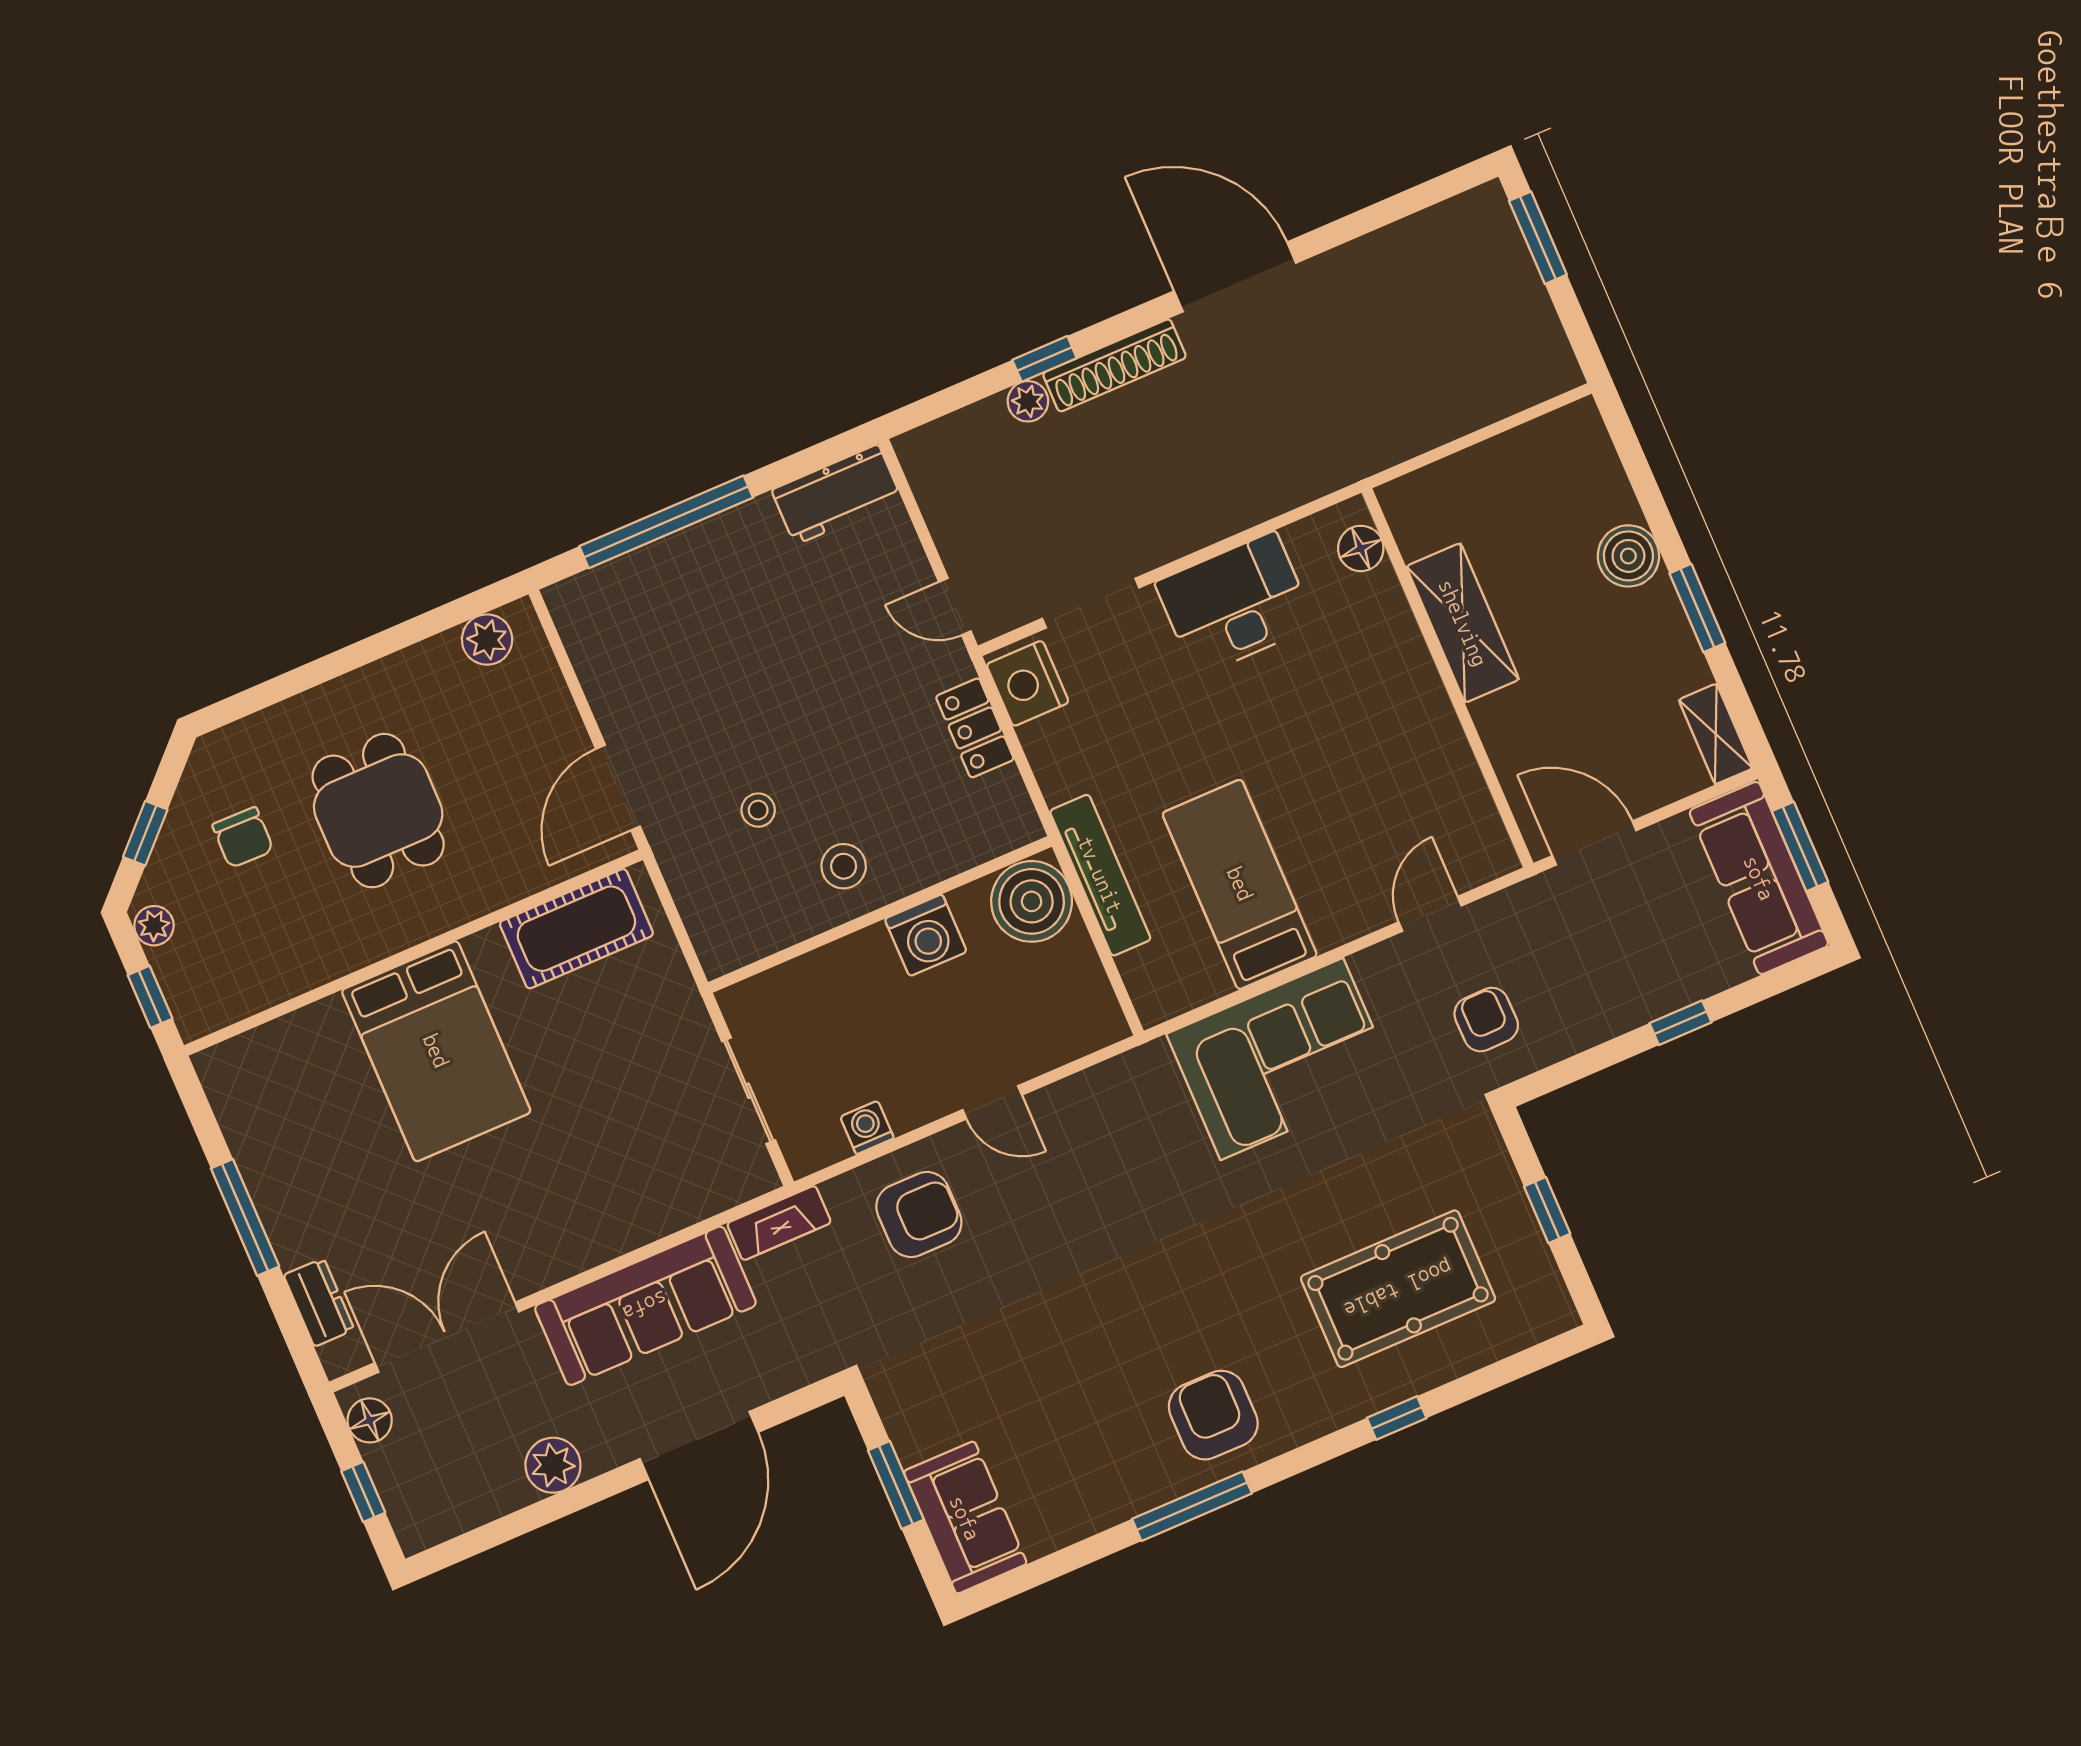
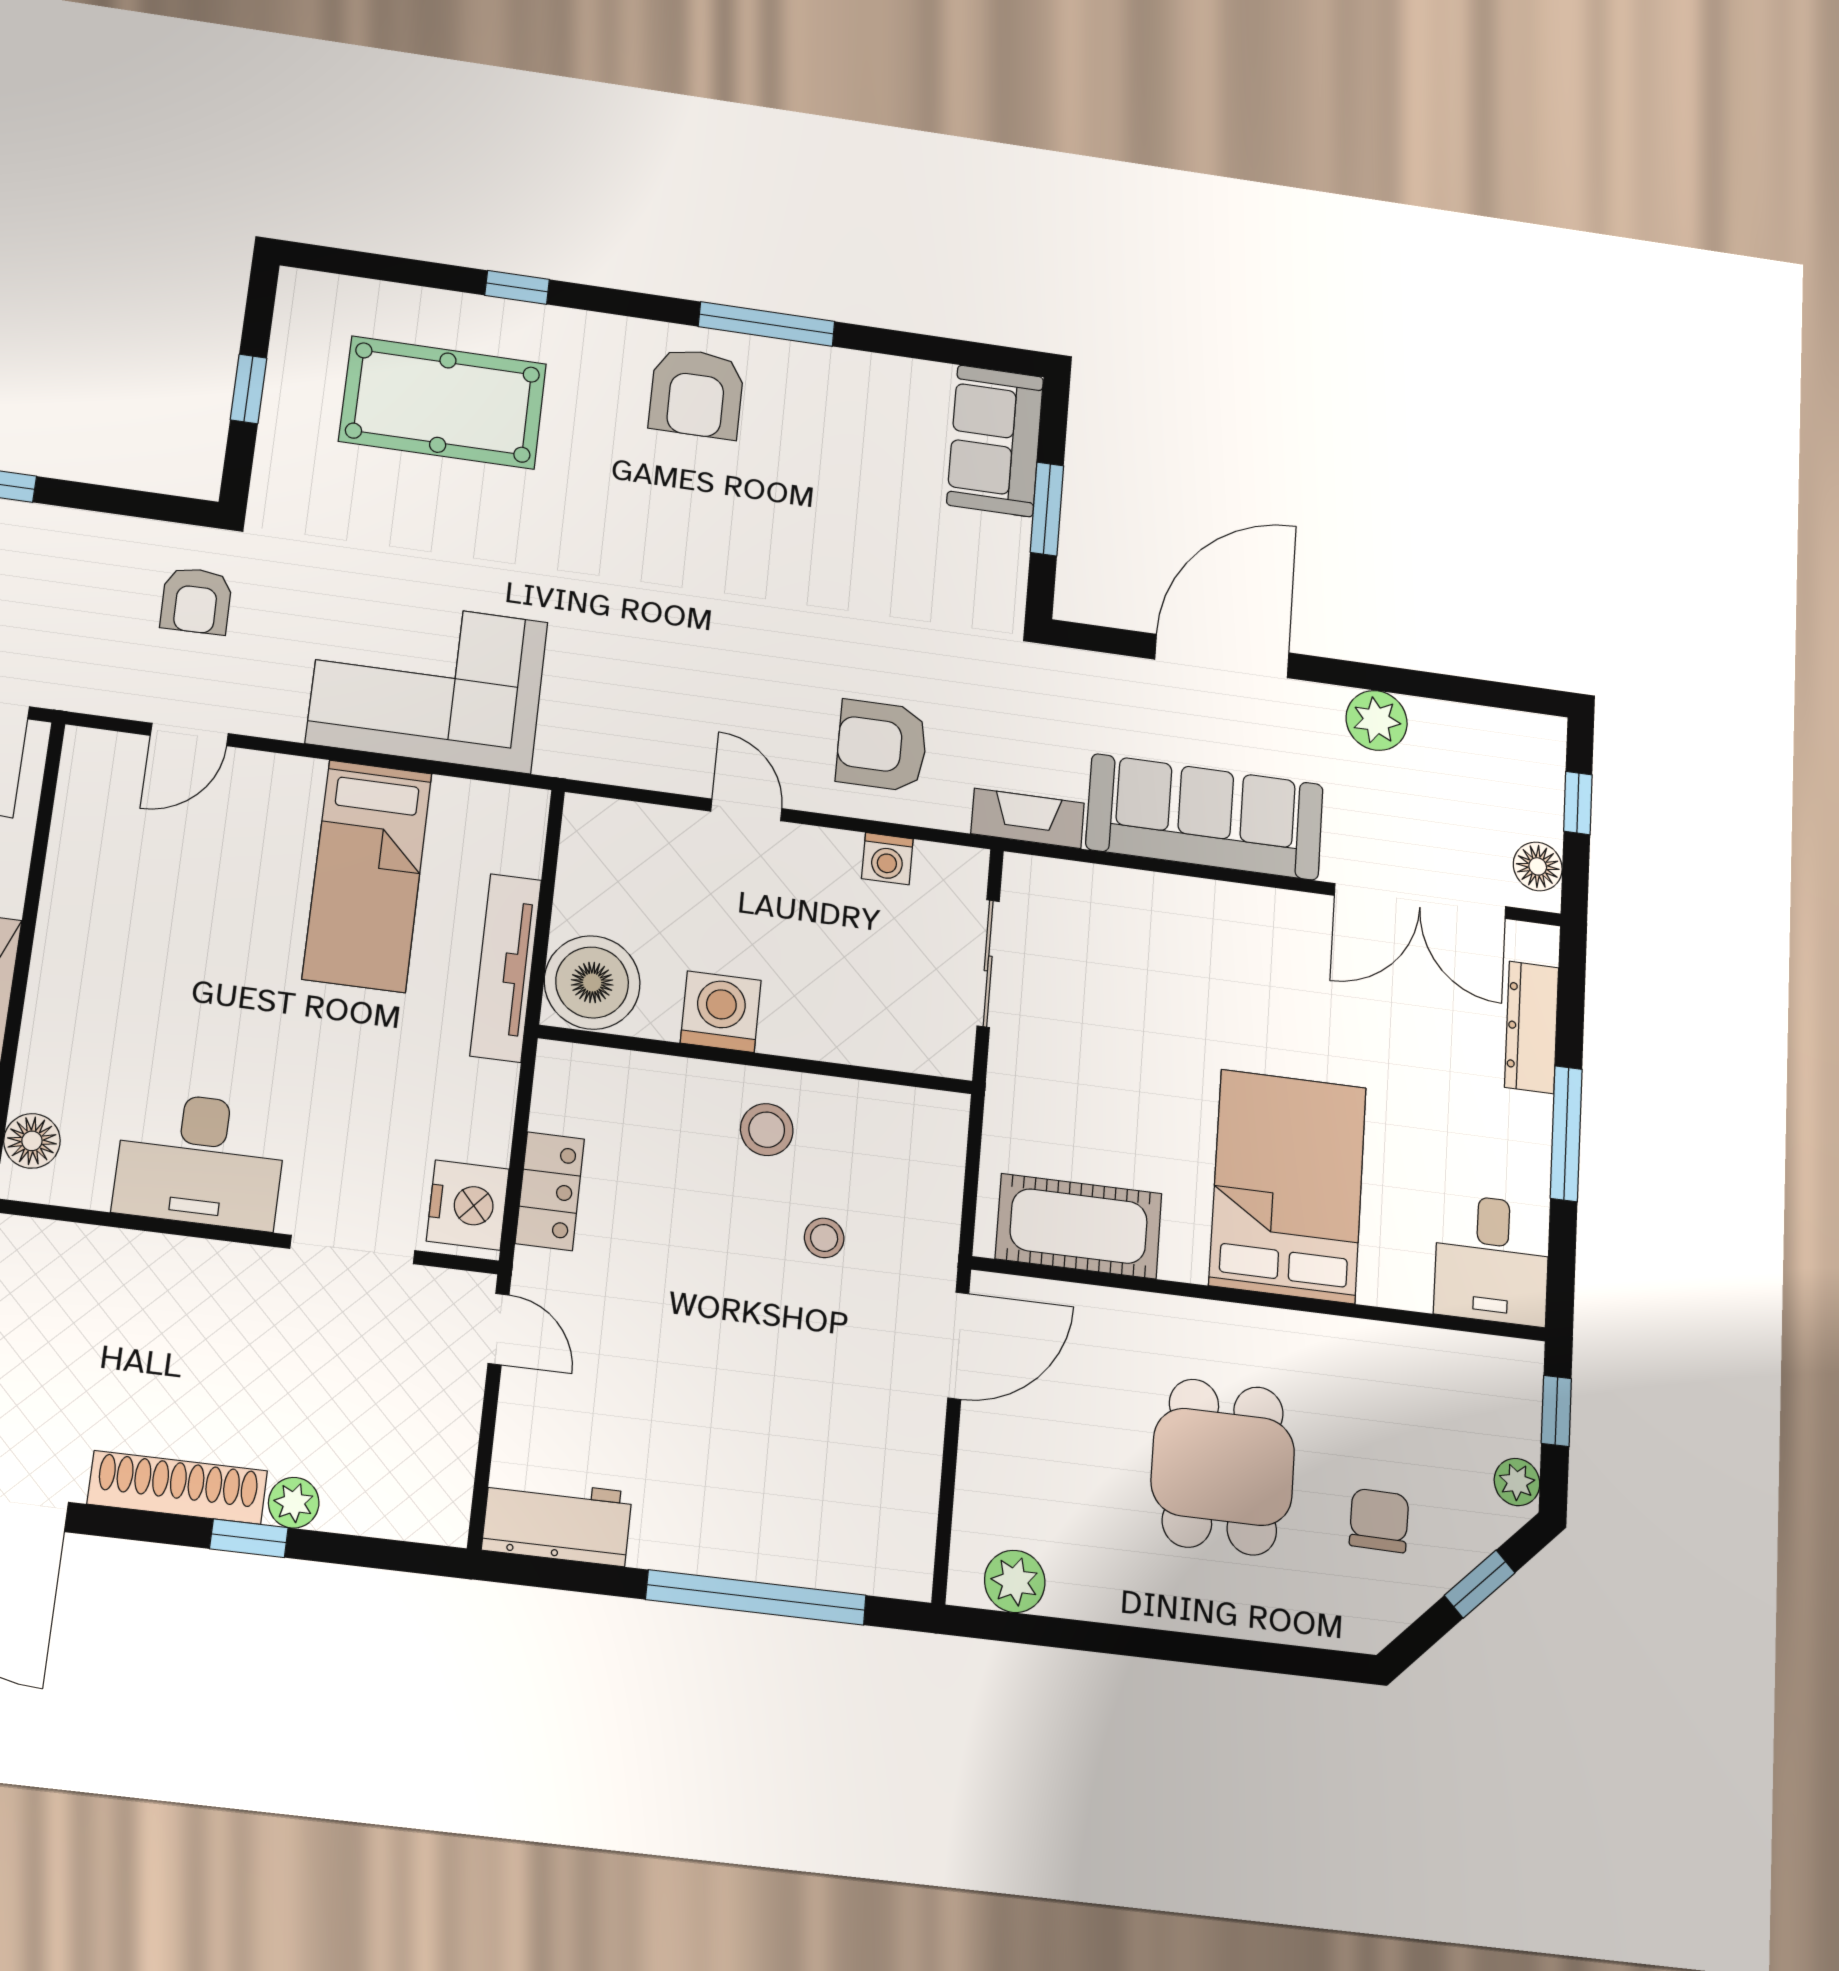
desk: (254, 1085) -> (1492, 1260), added
dresser: (319, 1302) -> (1532, 1027), width x1.44

